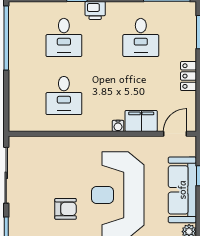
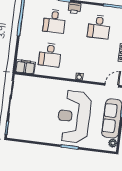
filing cabinet: (141, 121) -> (25, 67), moved
armchair: (66, 209) -> (43, 121), removed

